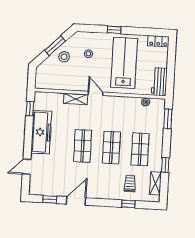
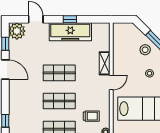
window: (30, 109) -> (70, 19), moved
trolley: (130, 184) -> (91, 116), moved
plant: (37, 187) -> (17, 31), added

